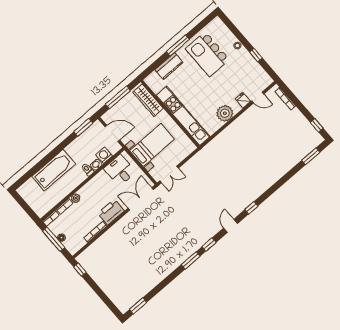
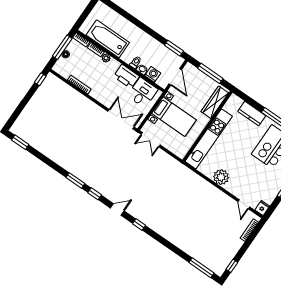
fridge: (243, 100) -> (262, 208), moved
window: (311, 156) -> (201, 268), width x1.44
bathtub: (54, 170) -> (108, 39), moved, turned 180
printer: (111, 212) -> (126, 76), moved, turned 180

